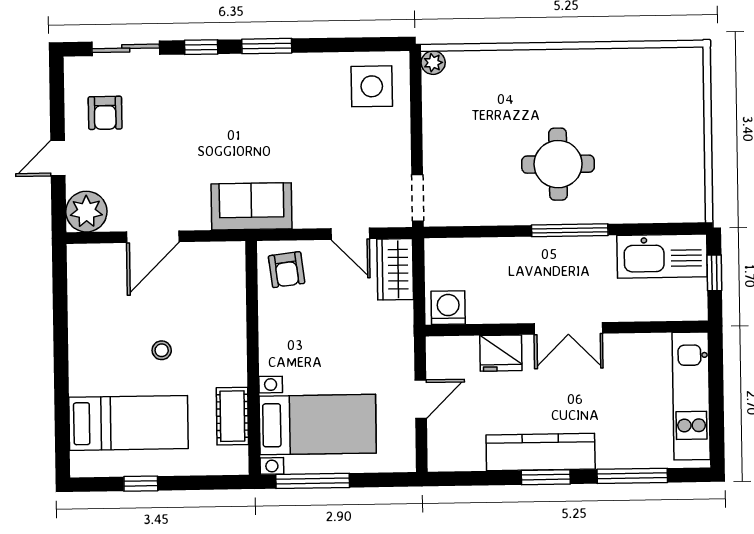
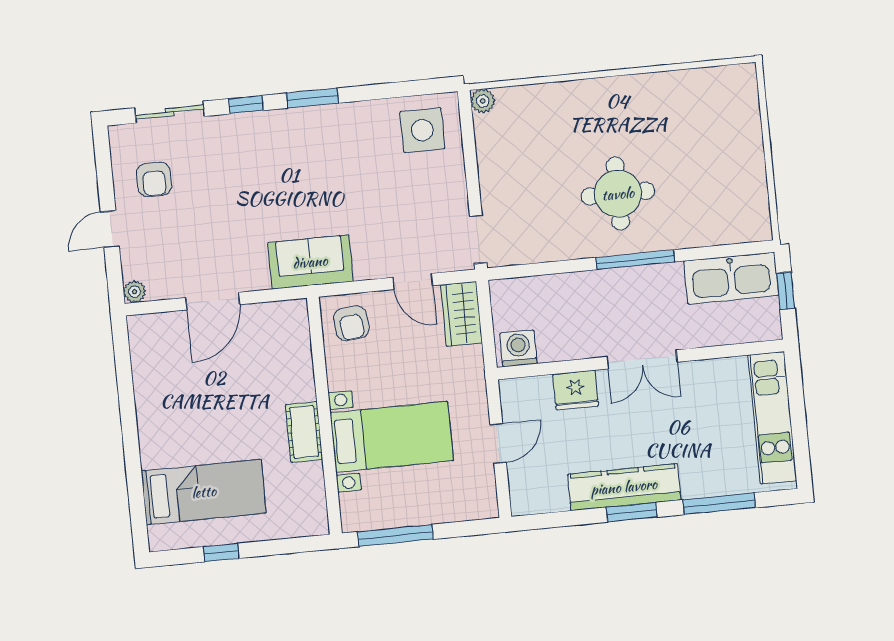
plant: (86, 212) -> (135, 292), width x0.53, depth x0.53
stool: (162, 350) -> (231, 416), removed
cot: (232, 416) -> (304, 432), moved
bed with nightstands: (318, 425) -> (392, 437), moved

